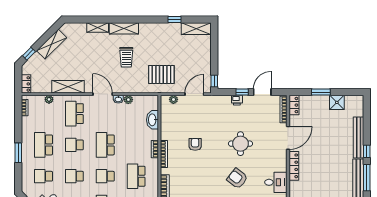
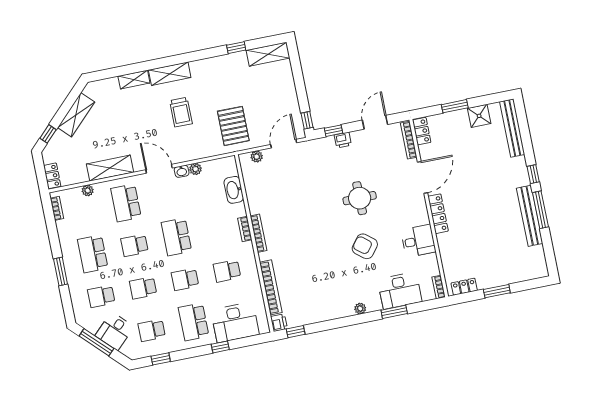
pallet: (161, 74) -> (233, 126), turned 90
window: (242, 92) -> (333, 131), moved
bench: (359, 137) -> (512, 128), moved
armchair: (195, 144) -> (298, 212), removed
school desk: (136, 176) -> (227, 271), width x0.54

